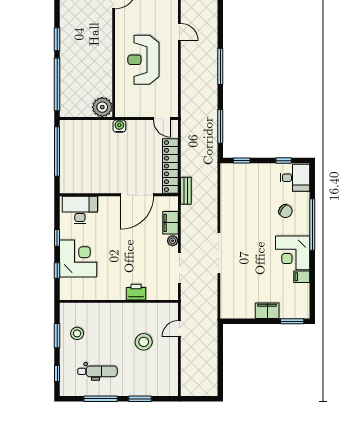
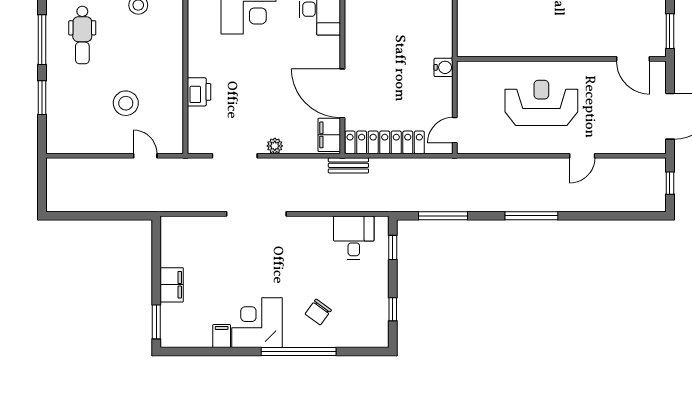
plant: (102, 107) -> (472, 42), removed
desk: (295, 178) -> (354, 238), moved, turned 180
filing cabinet: (170, 223) -> (329, 135), moved, turned -90

